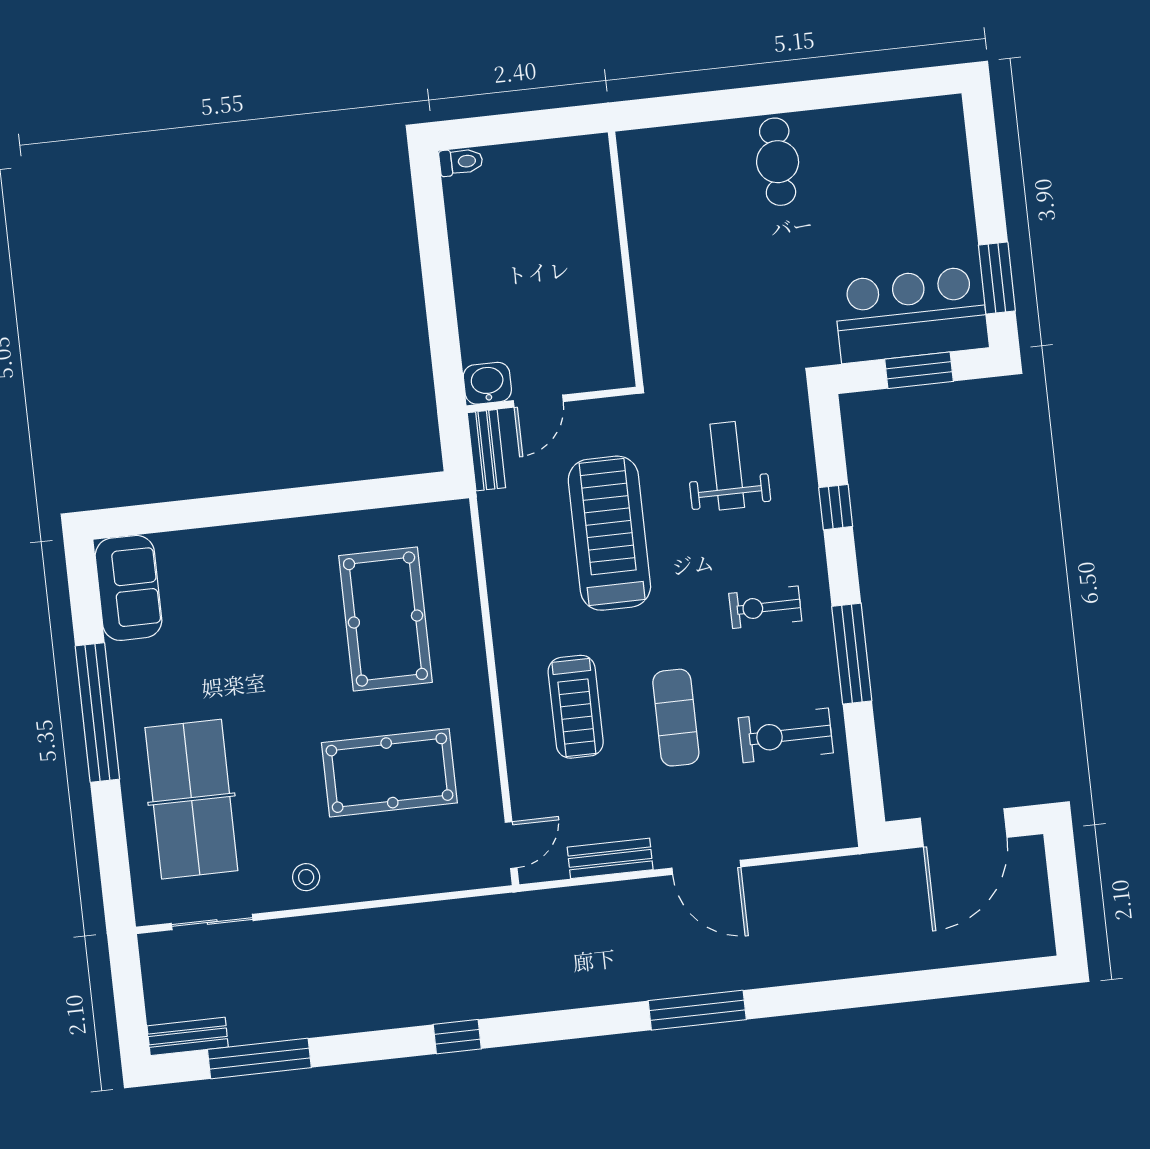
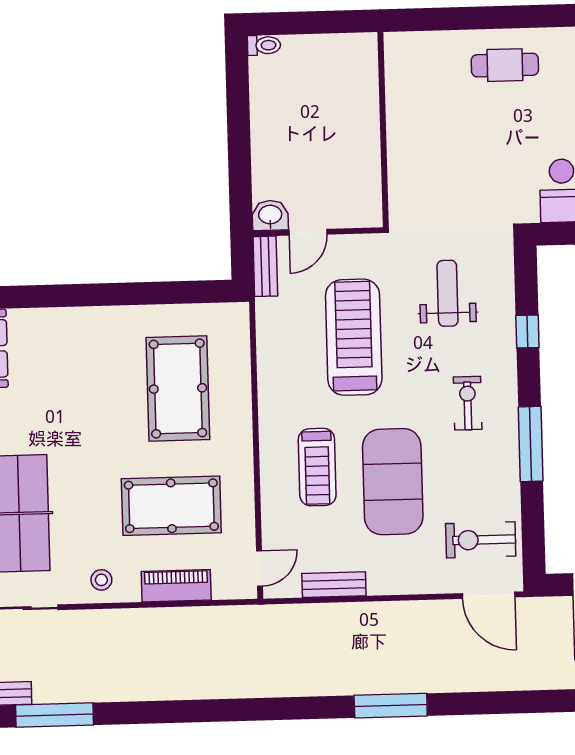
cafe table: (778, 162) -> (505, 65), turned 90
exercise bike: (765, 607) -> (468, 403), turned 90
exercise mat: (676, 718) -> (393, 482), width x2.00, depth x1.45
exercise bike: (786, 735) -> (481, 540), moved
door: (706, 867) -> (489, 595), moved
piano: (404, 877) -> (176, 586), added
window: (457, 1037) -> (206, 711), removed

